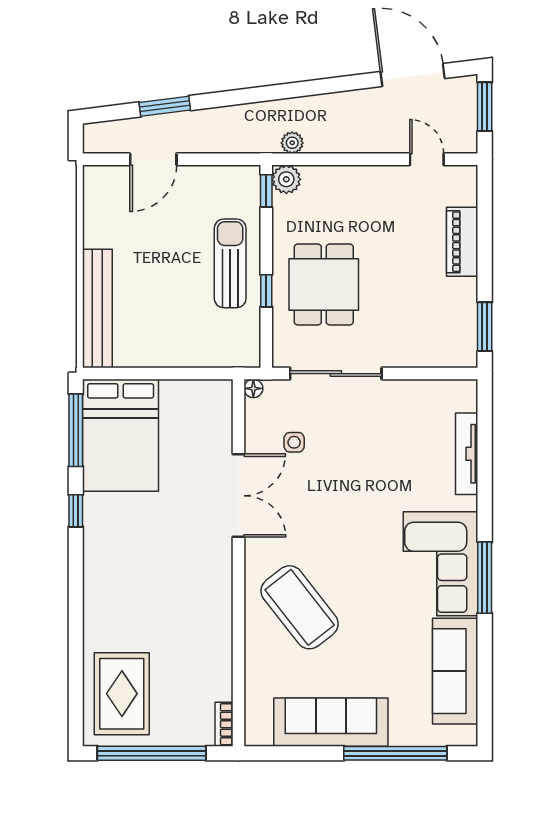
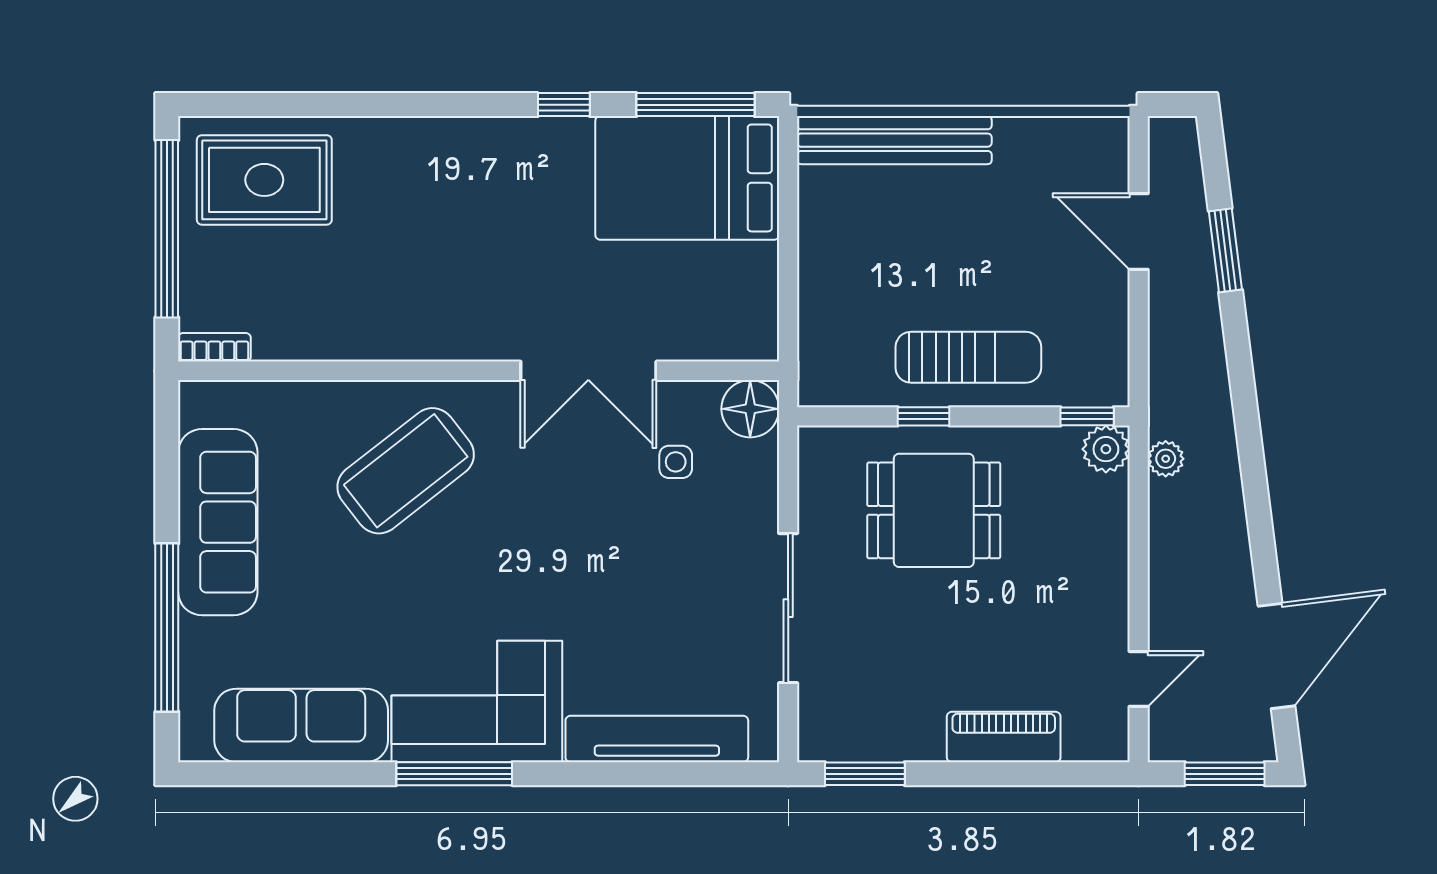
sliding door: (336, 374) -> (788, 608), moved
floor lamp: (253, 388) -> (750, 409), width x1.89, depth x1.89
tv unit: (467, 454) -> (657, 739), width x1.36, depth x1.29

